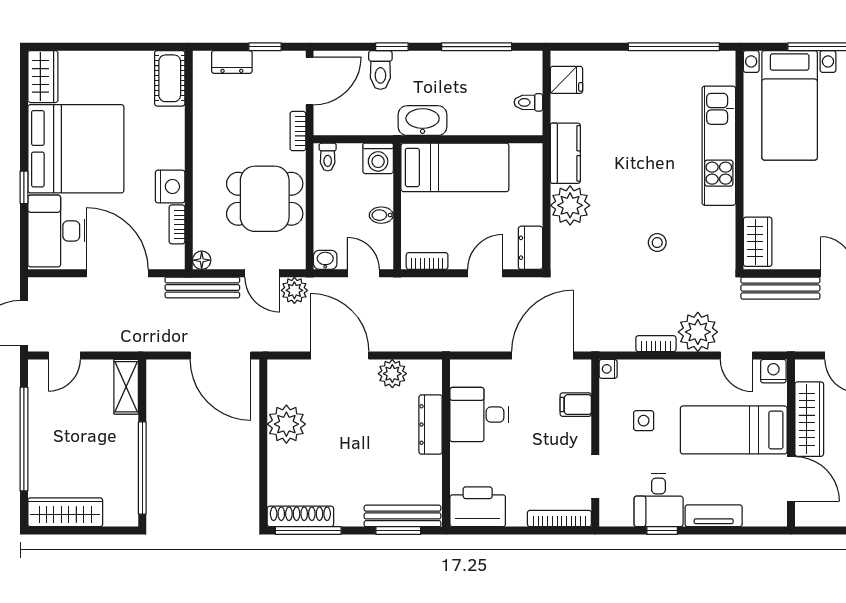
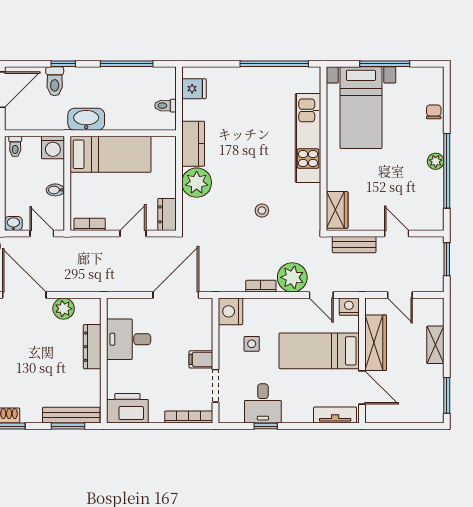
bench: (780, 288) -> (354, 245), width x0.73
nightstand: (608, 369) -> (230, 311), width x1.89, depth x1.79
filing cabinet: (576, 405) -> (201, 359), moved
tv unit: (714, 516) -> (335, 415), moved

